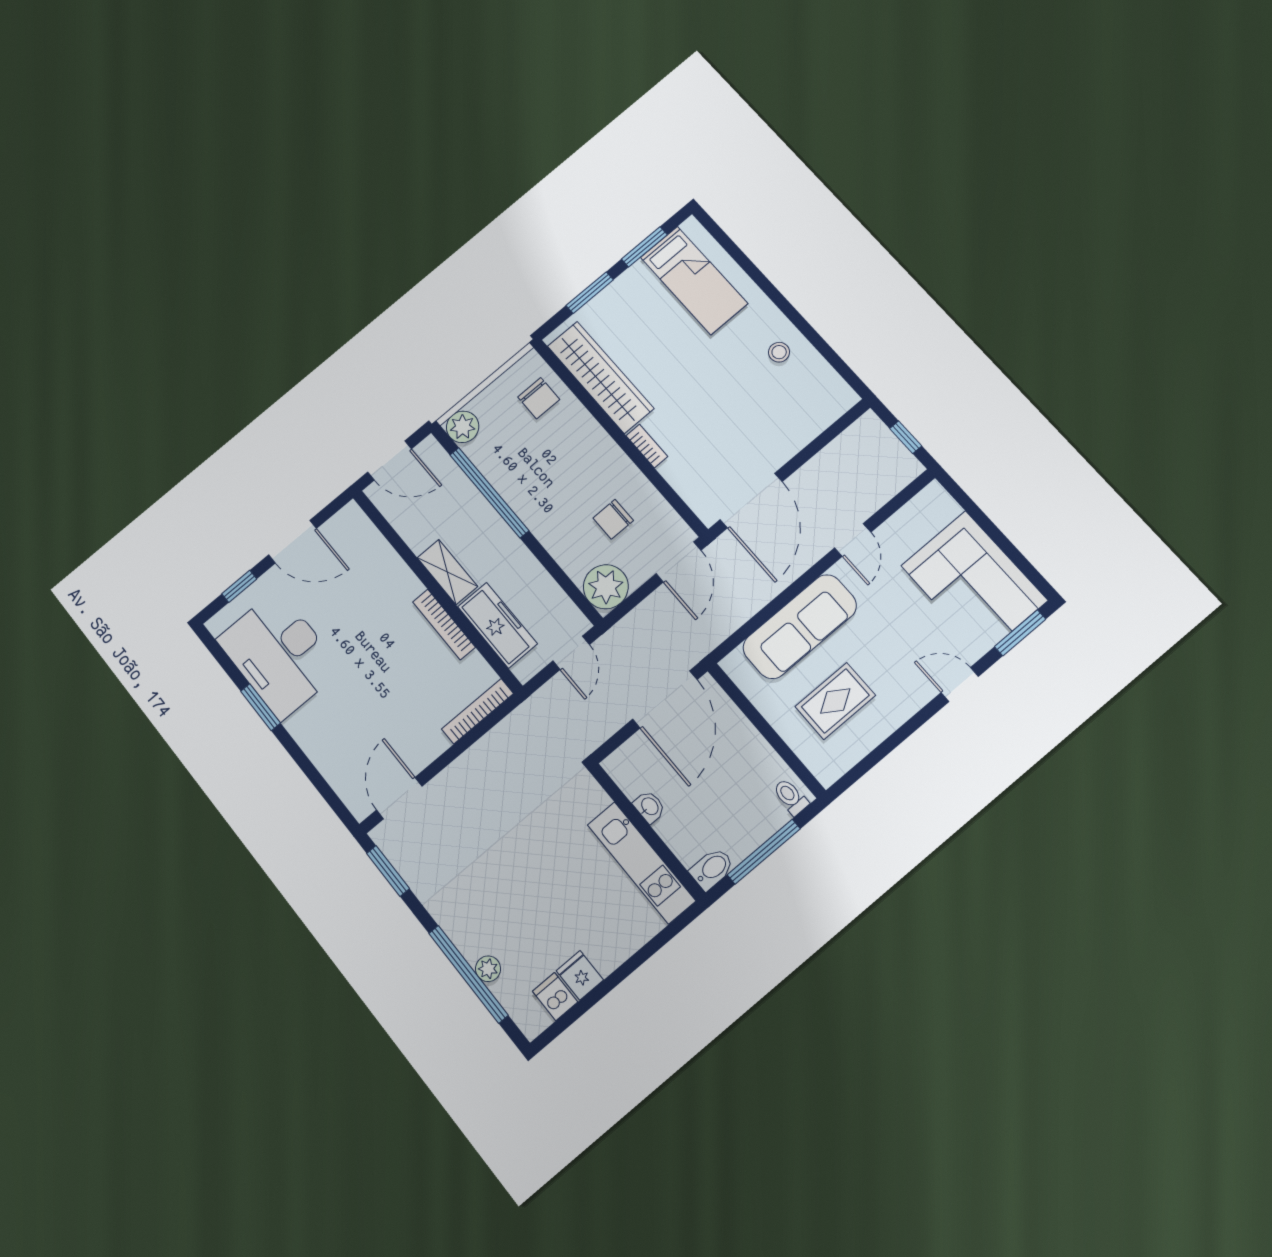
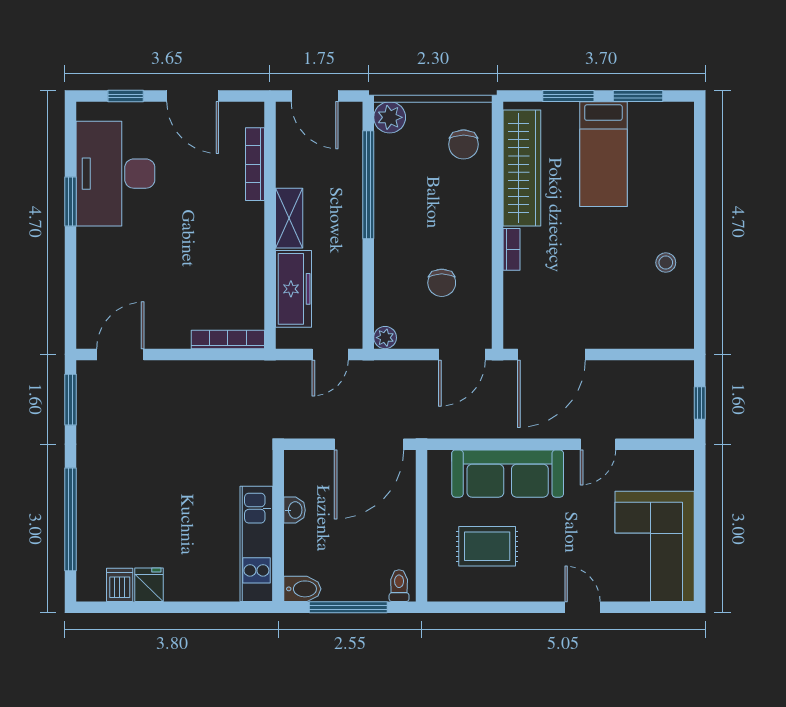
bed: (694, 280) -> (603, 154), moved
chair: (613, 519) -> (442, 283), turned -90
plant: (606, 587) -> (385, 338), width x0.53, depth x0.53
bookcase: (444, 624) -> (255, 164), moved
window: (1020, 633) -> (655, 607), removed
plant: (488, 969) -> (88, 527), removed

